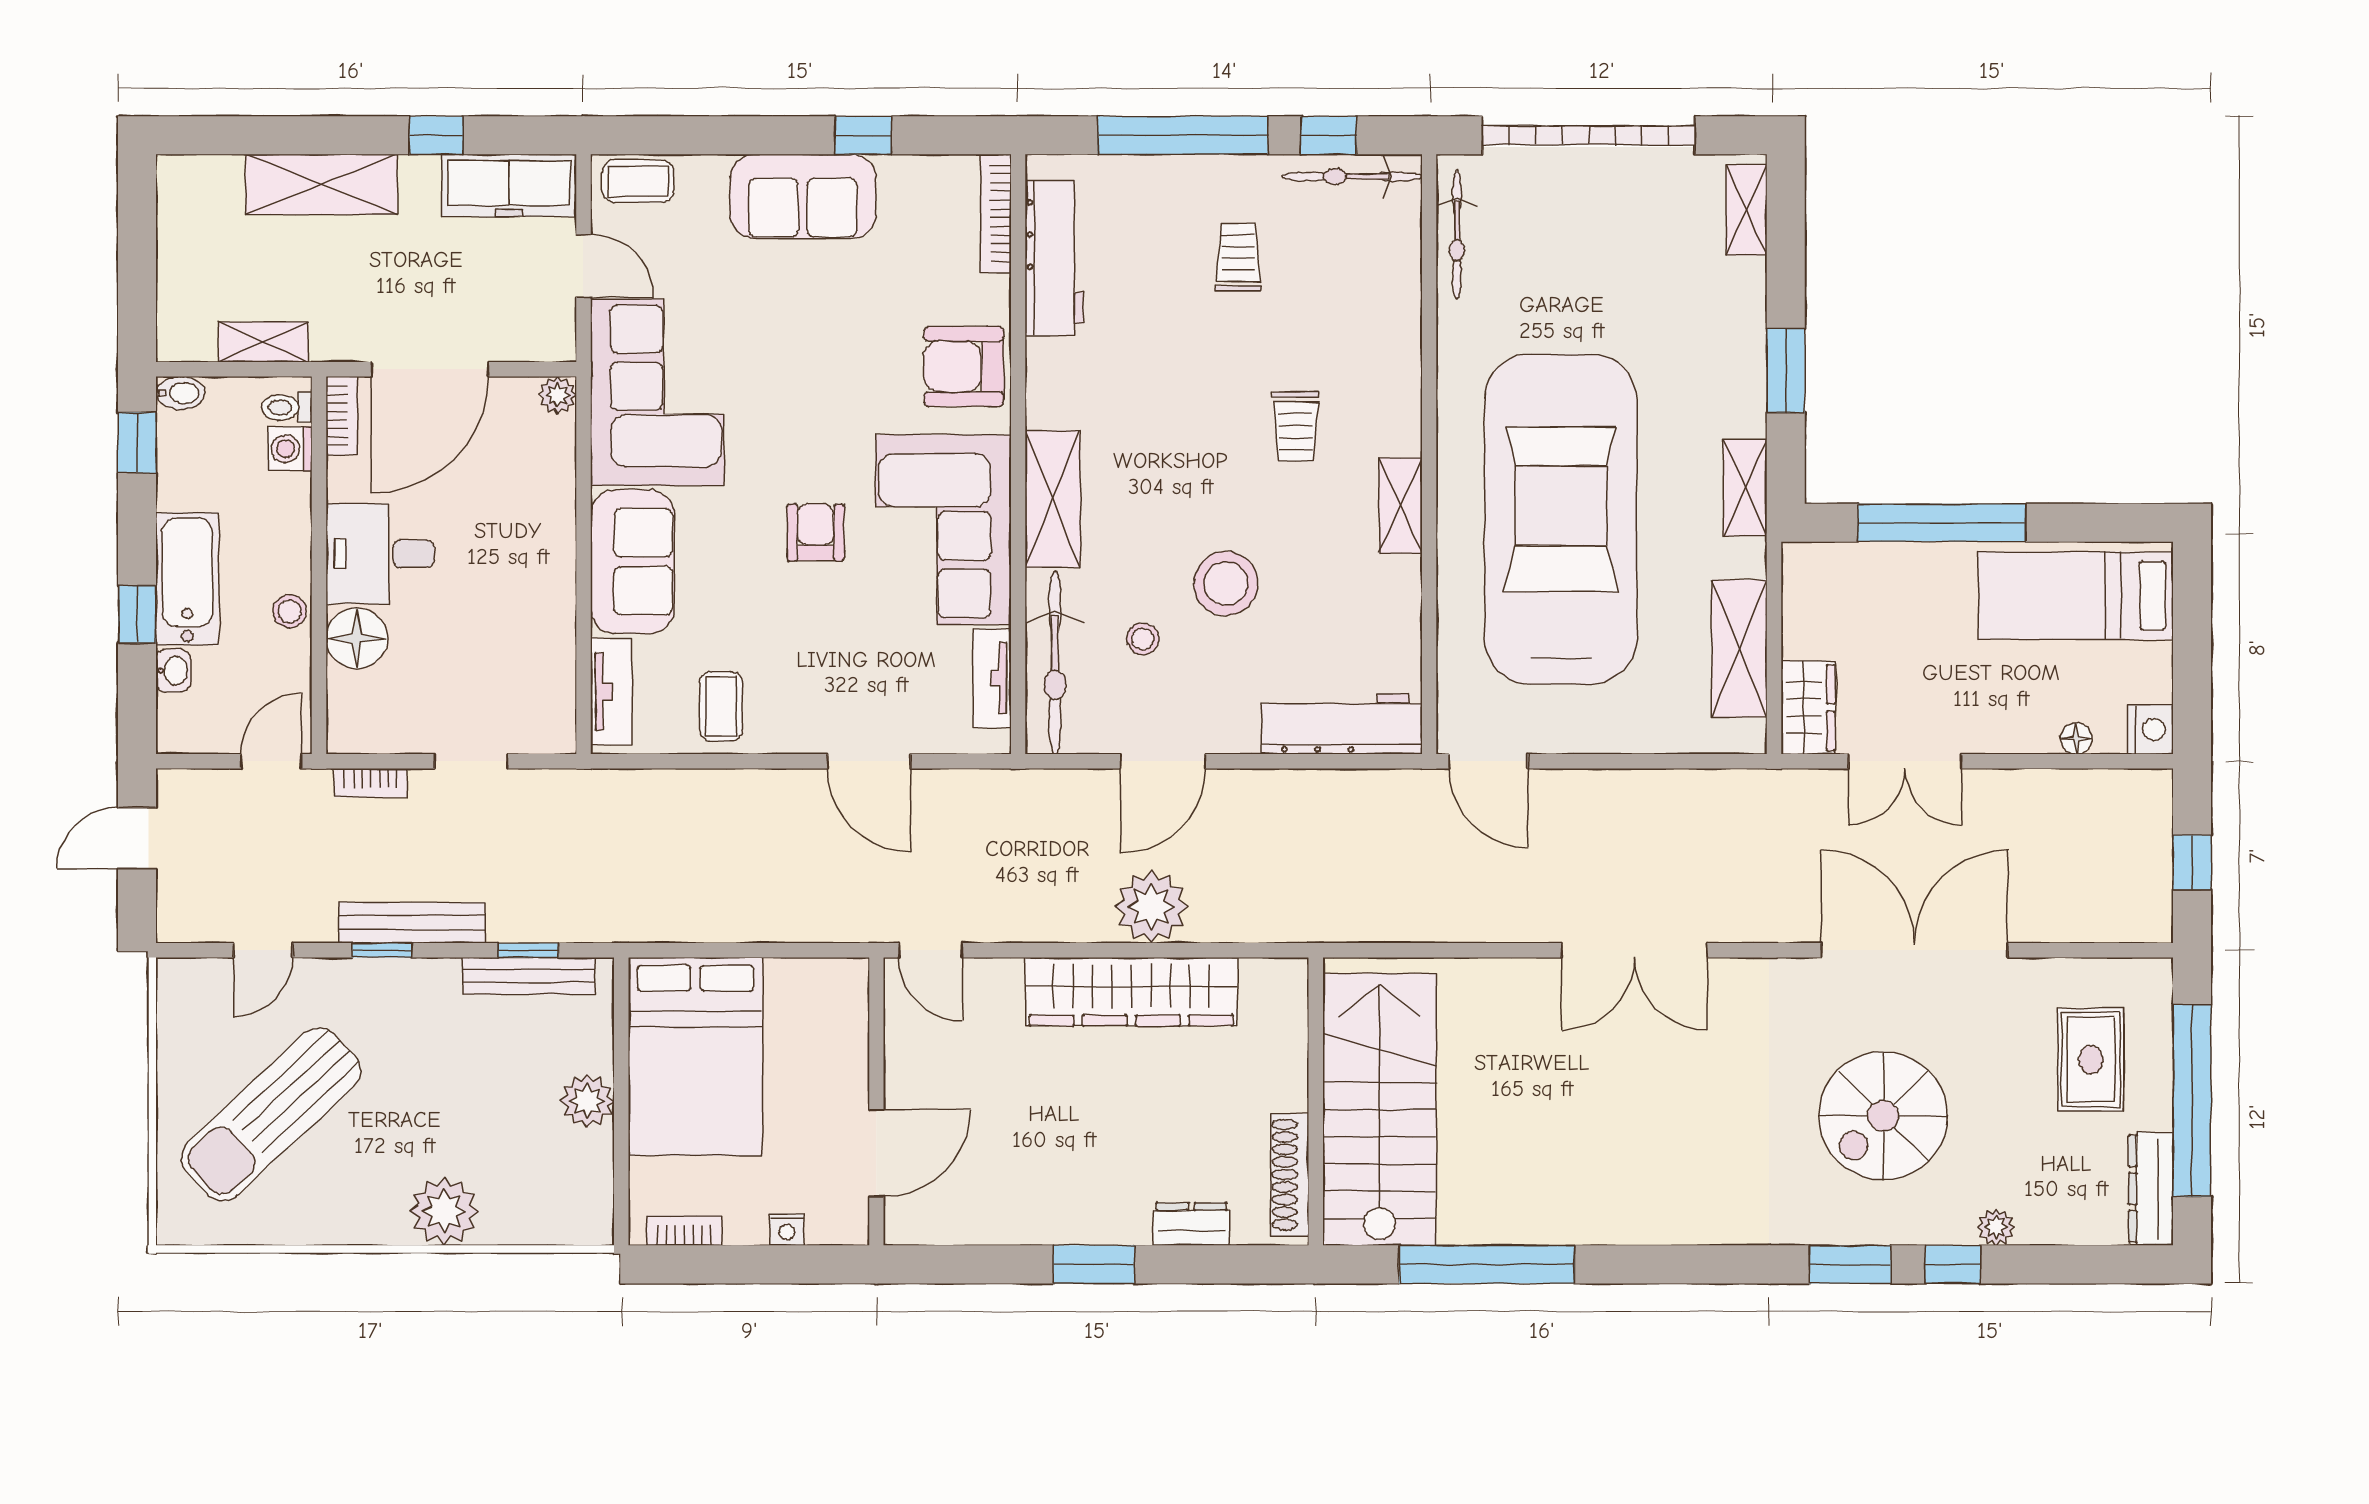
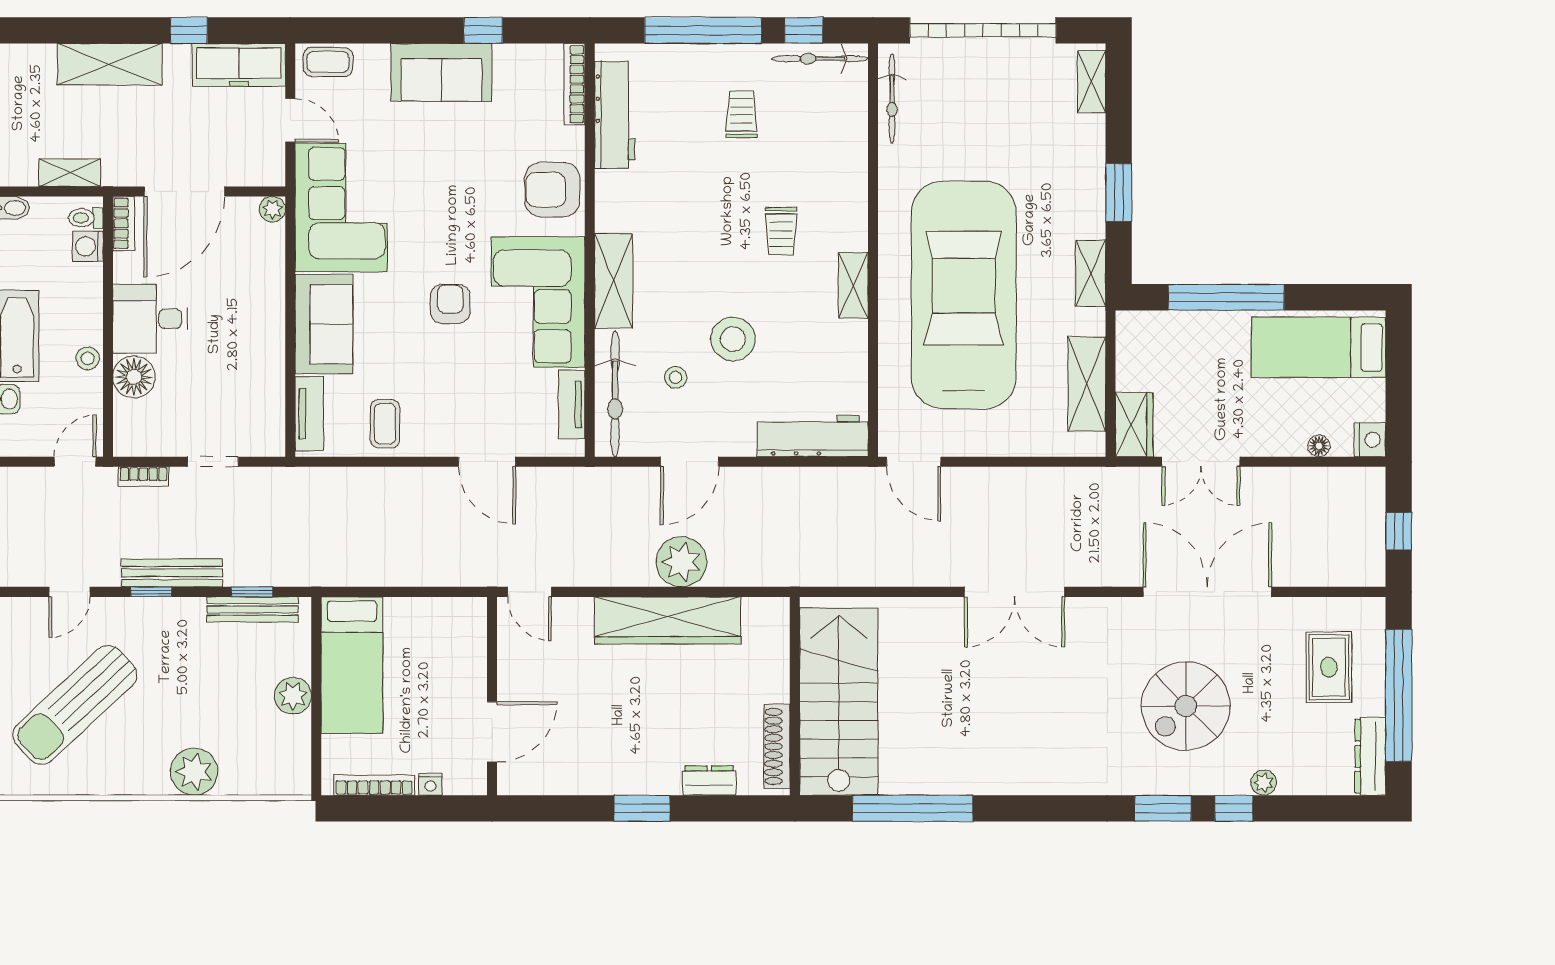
bed: (695, 1057) -> (352, 665), width x0.67
bookcase: (684, 1231) -> (374, 785), width x1.56

